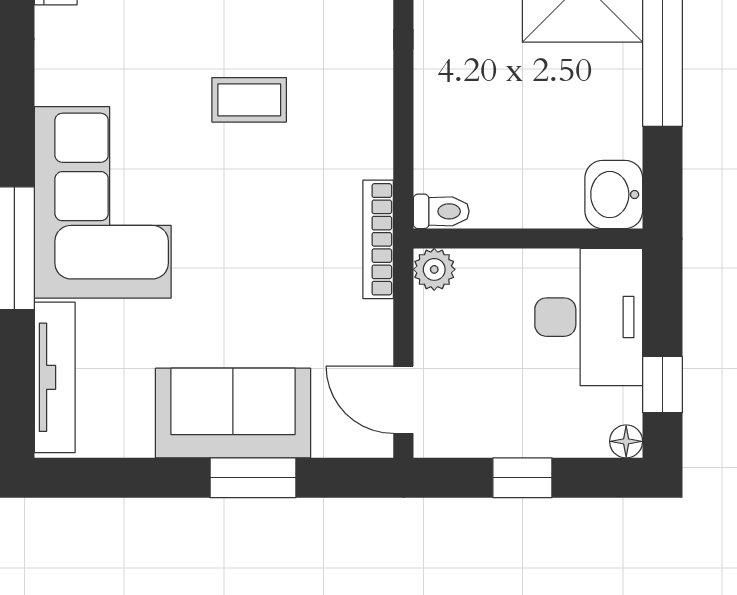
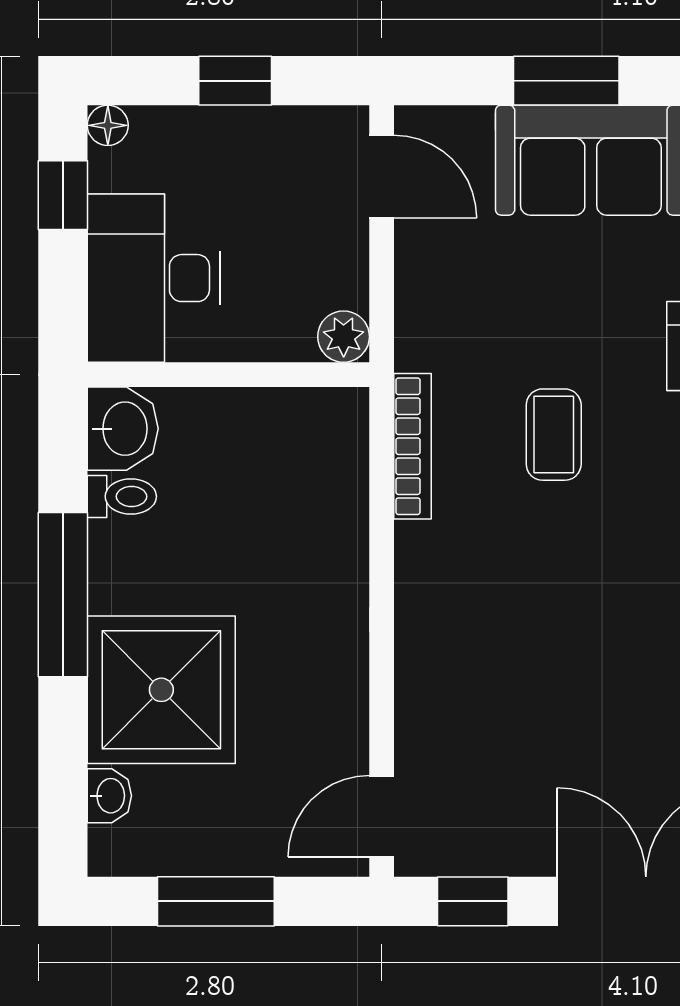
coffee table: (249, 100) -> (554, 435), moved, turned 90
toilet: (441, 211) -> (122, 496), moved, turned 180
bookcase: (378, 239) -> (412, 446), moved

